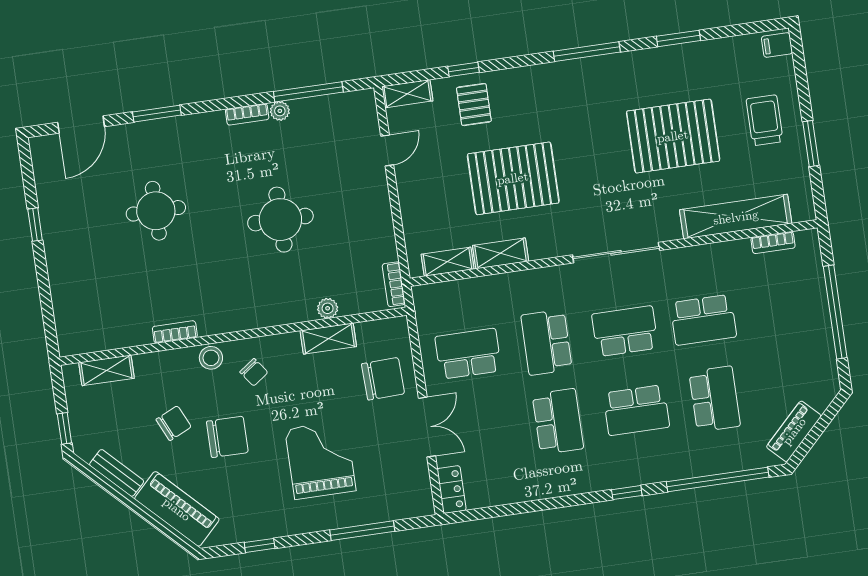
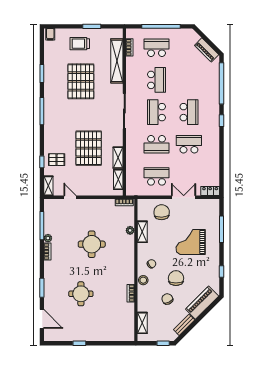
school desk: (468, 354) -> (156, 176), turned 90
school desk: (715, 399) -> (156, 48), moved

